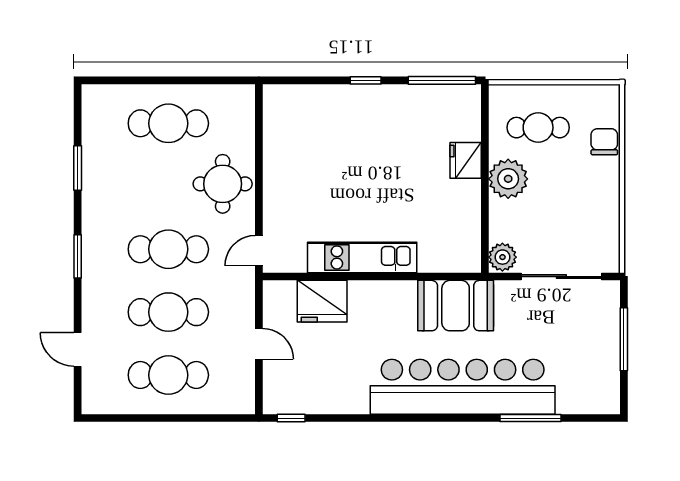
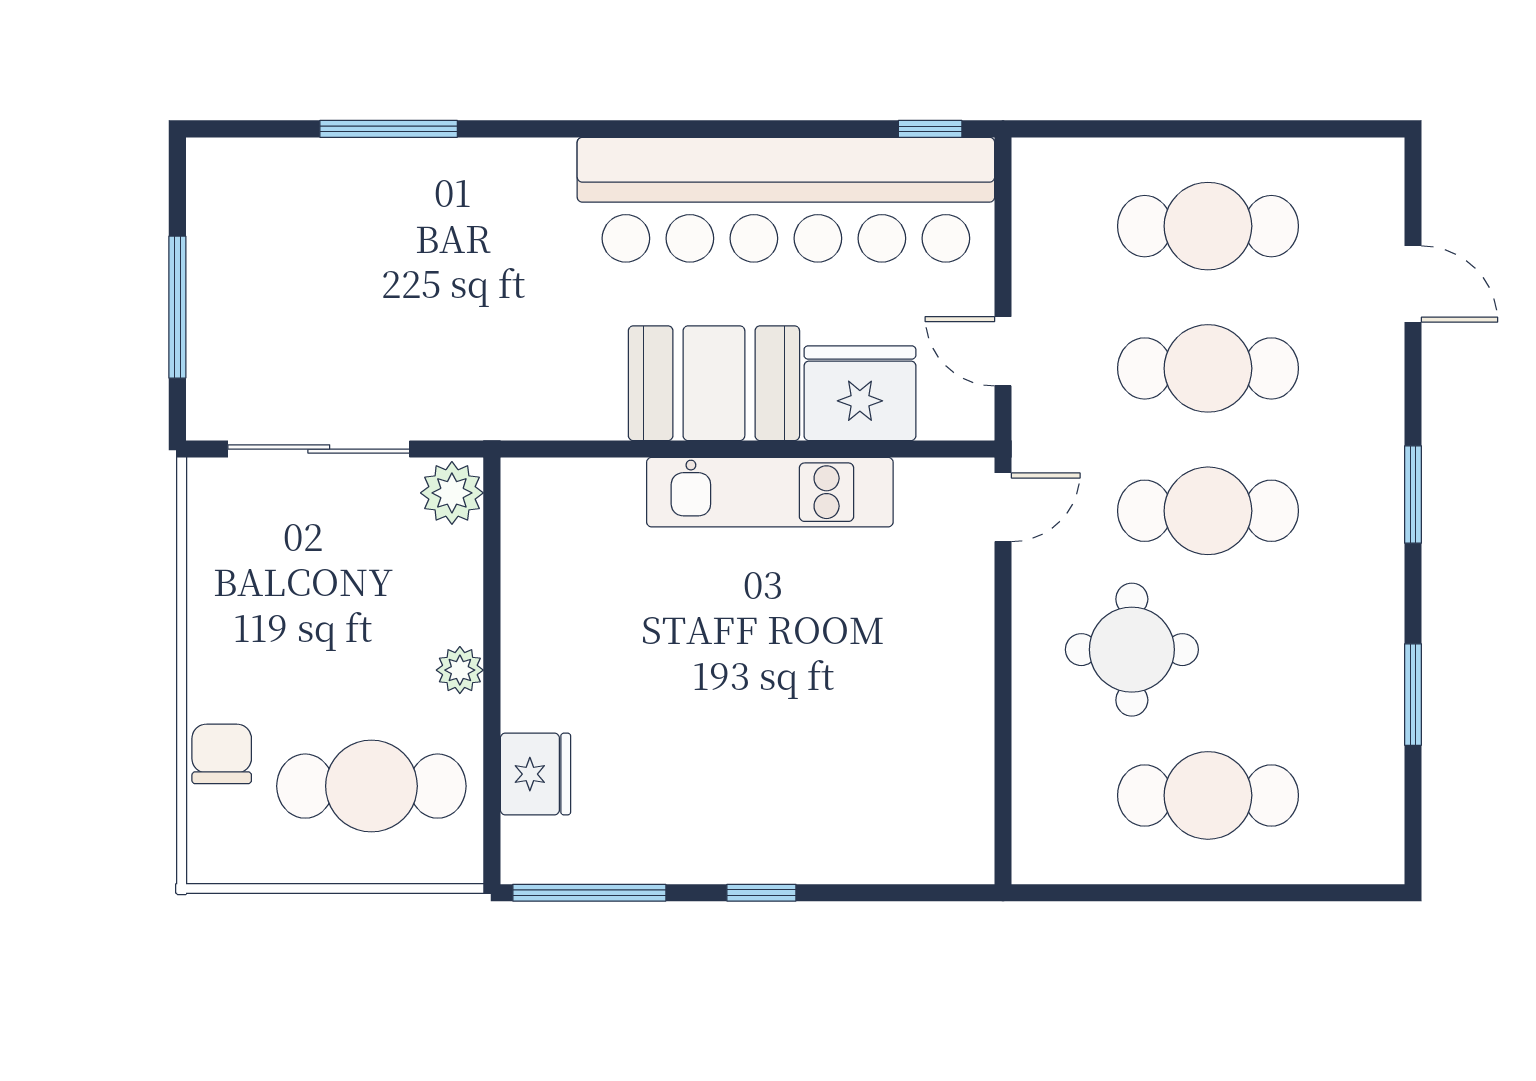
cafe table: (538, 128) -> (371, 786), width x1.37, depth x1.35
chair: (604, 142) -> (222, 754), turned 180
fridge: (466, 160) -> (535, 774), moved
plant: (508, 179) -> (460, 670), width x0.53, depth x0.53
round table: (223, 184) -> (1132, 650), moved
booth: (456, 306) -> (714, 383), moved
door: (259, 344) -> (1003, 351), moved
bar counter: (463, 387) -> (786, 200), moved

